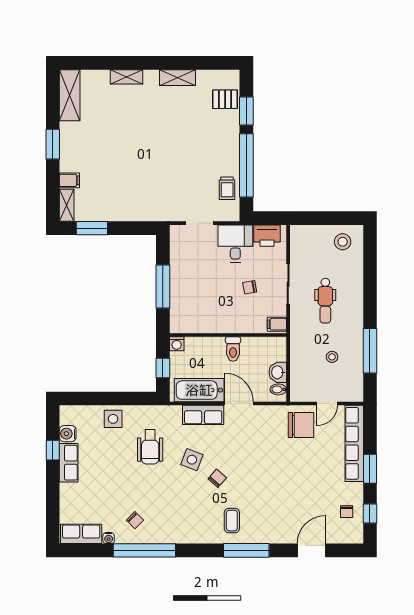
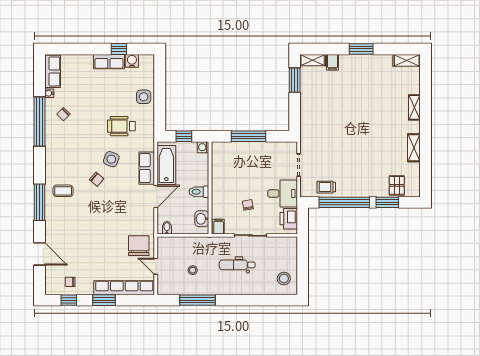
shelving: (70, 95) -> (407, 60), width x0.67, depth x0.75
washbasin: (278, 372) -> (202, 219), moved, turned -90
chair: (301, 425) -> (139, 246), turned 180

